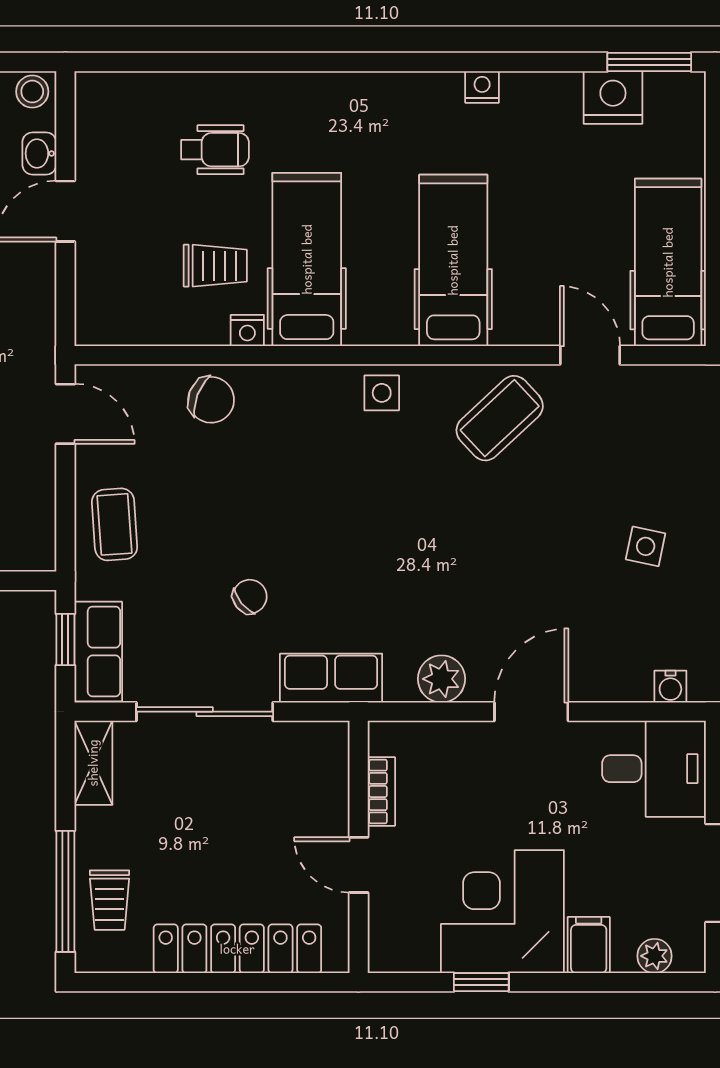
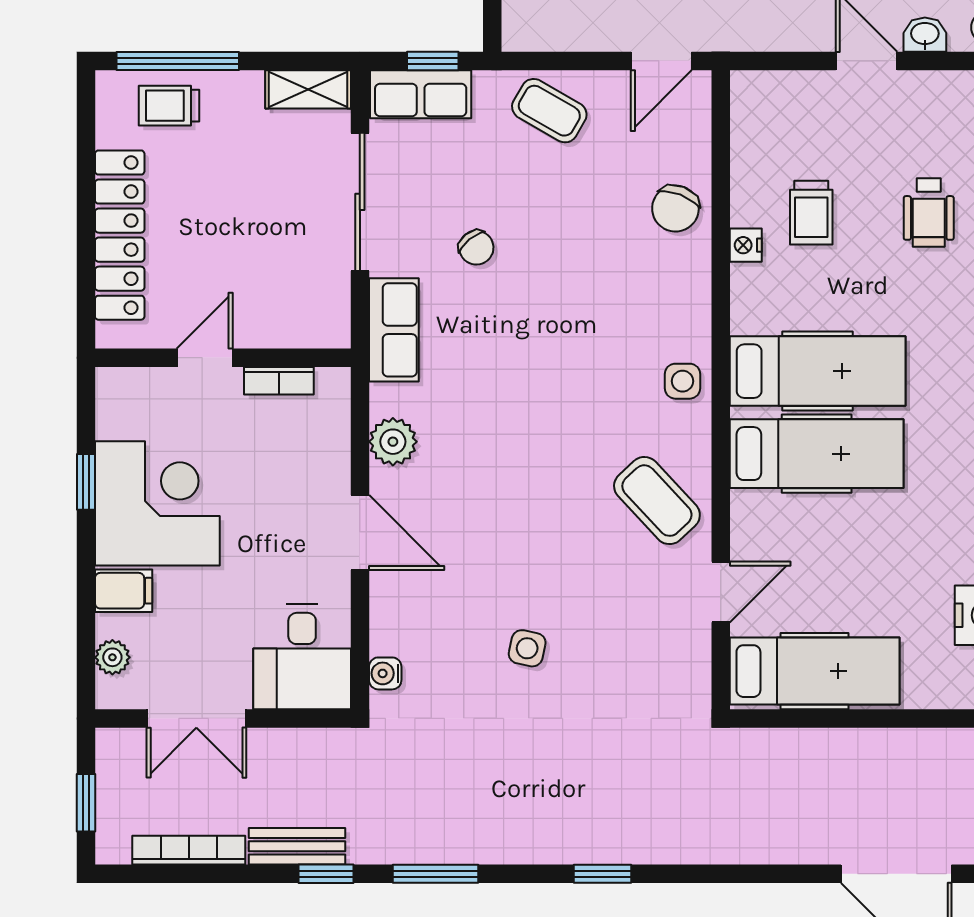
hospital bed: (307, 259) -> (818, 371), moved
coffee table: (115, 524) -> (549, 111), turned 34

